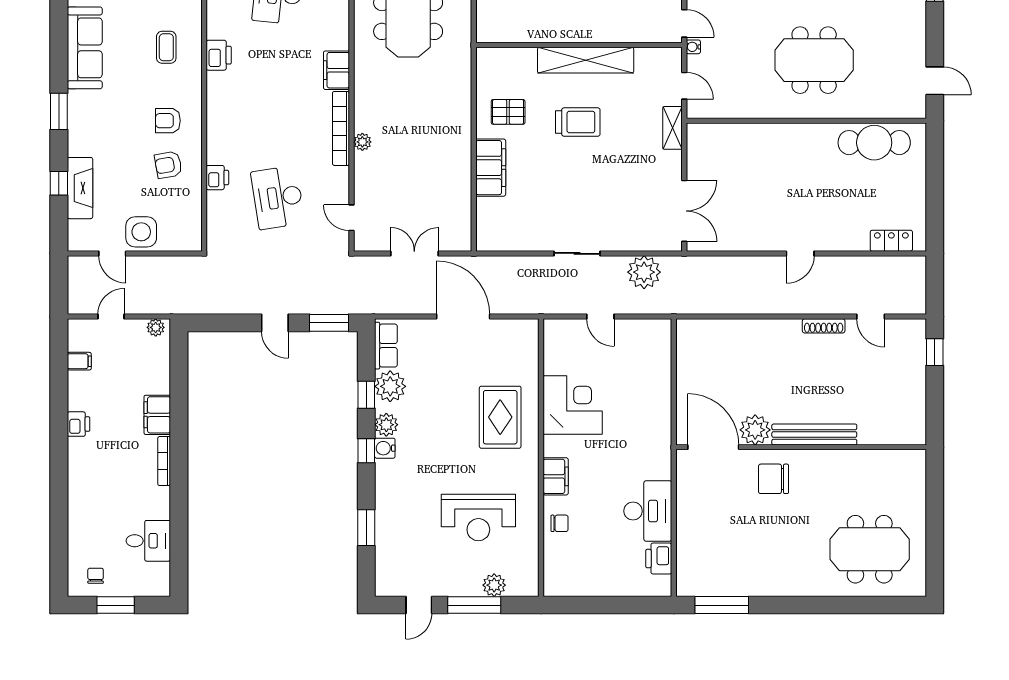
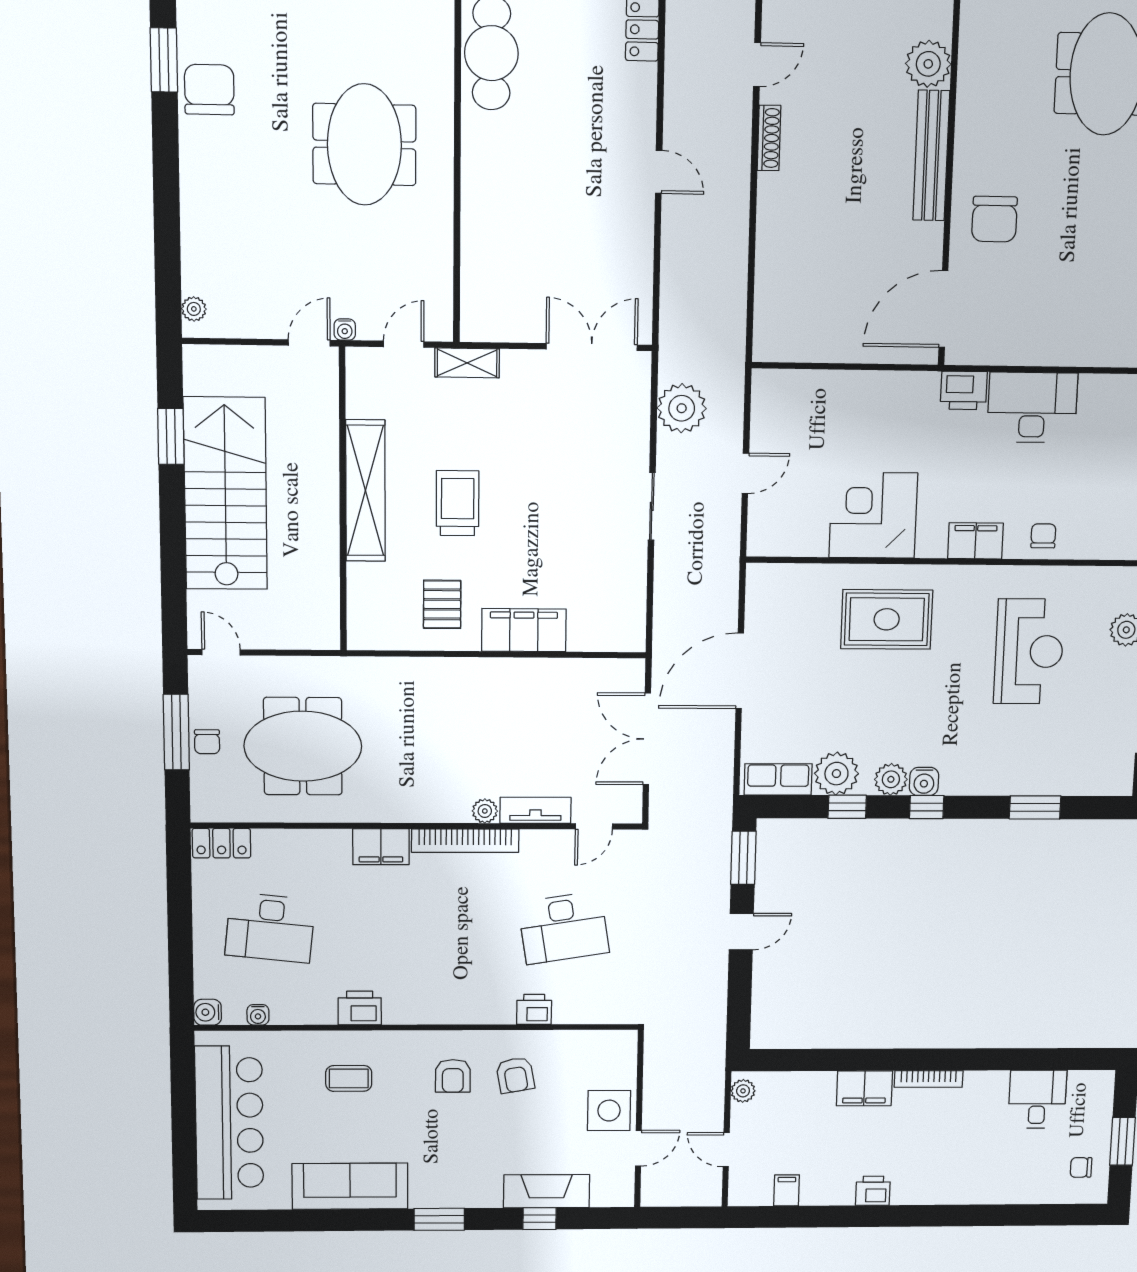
tv unit: (363, 177) -> (535, 810), added
double door: (414, 253) -> (647, 739), width x1.37
plant: (755, 430) -> (928, 64), moved
printer: (659, 559) -> (964, 390), moved

